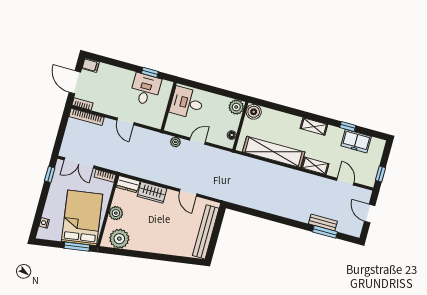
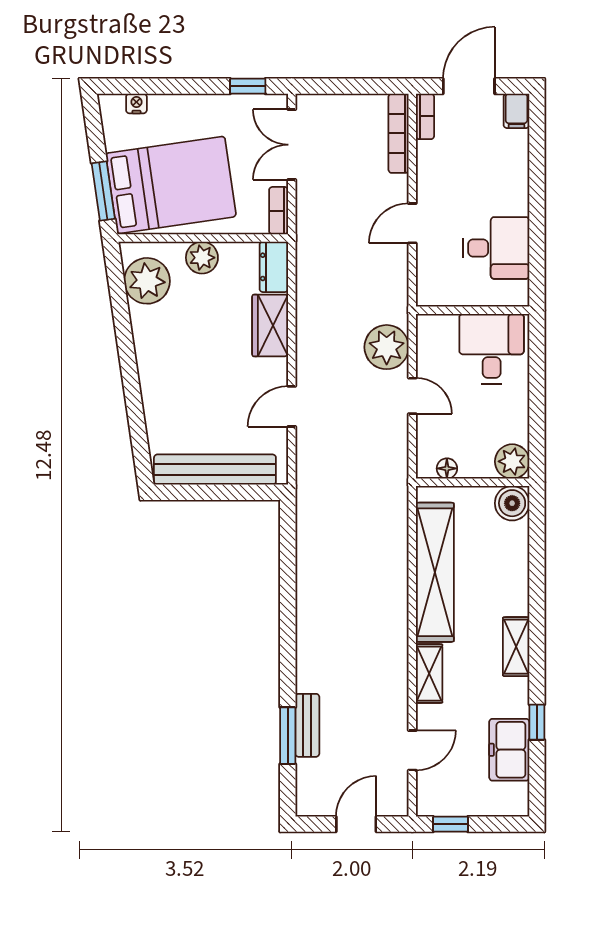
window: (150, 72) -> (537, 248), removed
plant: (175, 142) -> (387, 347), width x1.88, depth x1.88

